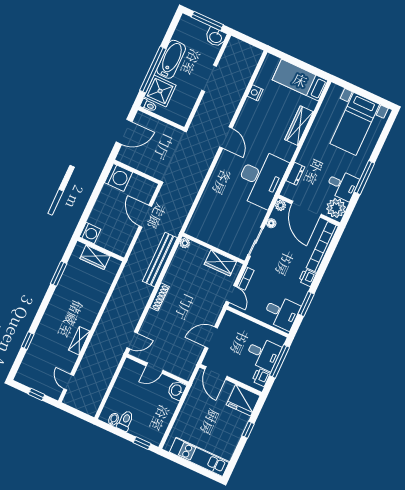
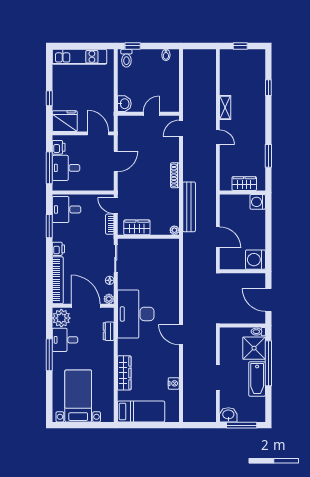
door: (124, 132) -> (268, 300), hinge flipped
door: (69, 382) -> (218, 137), moved
toilet: (125, 421) -> (126, 58), moved

